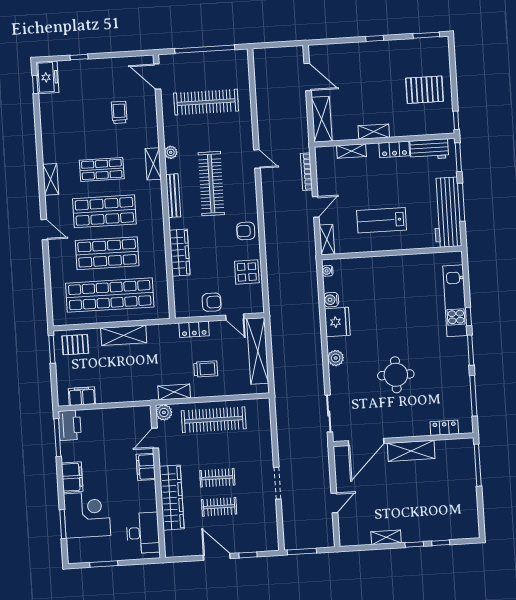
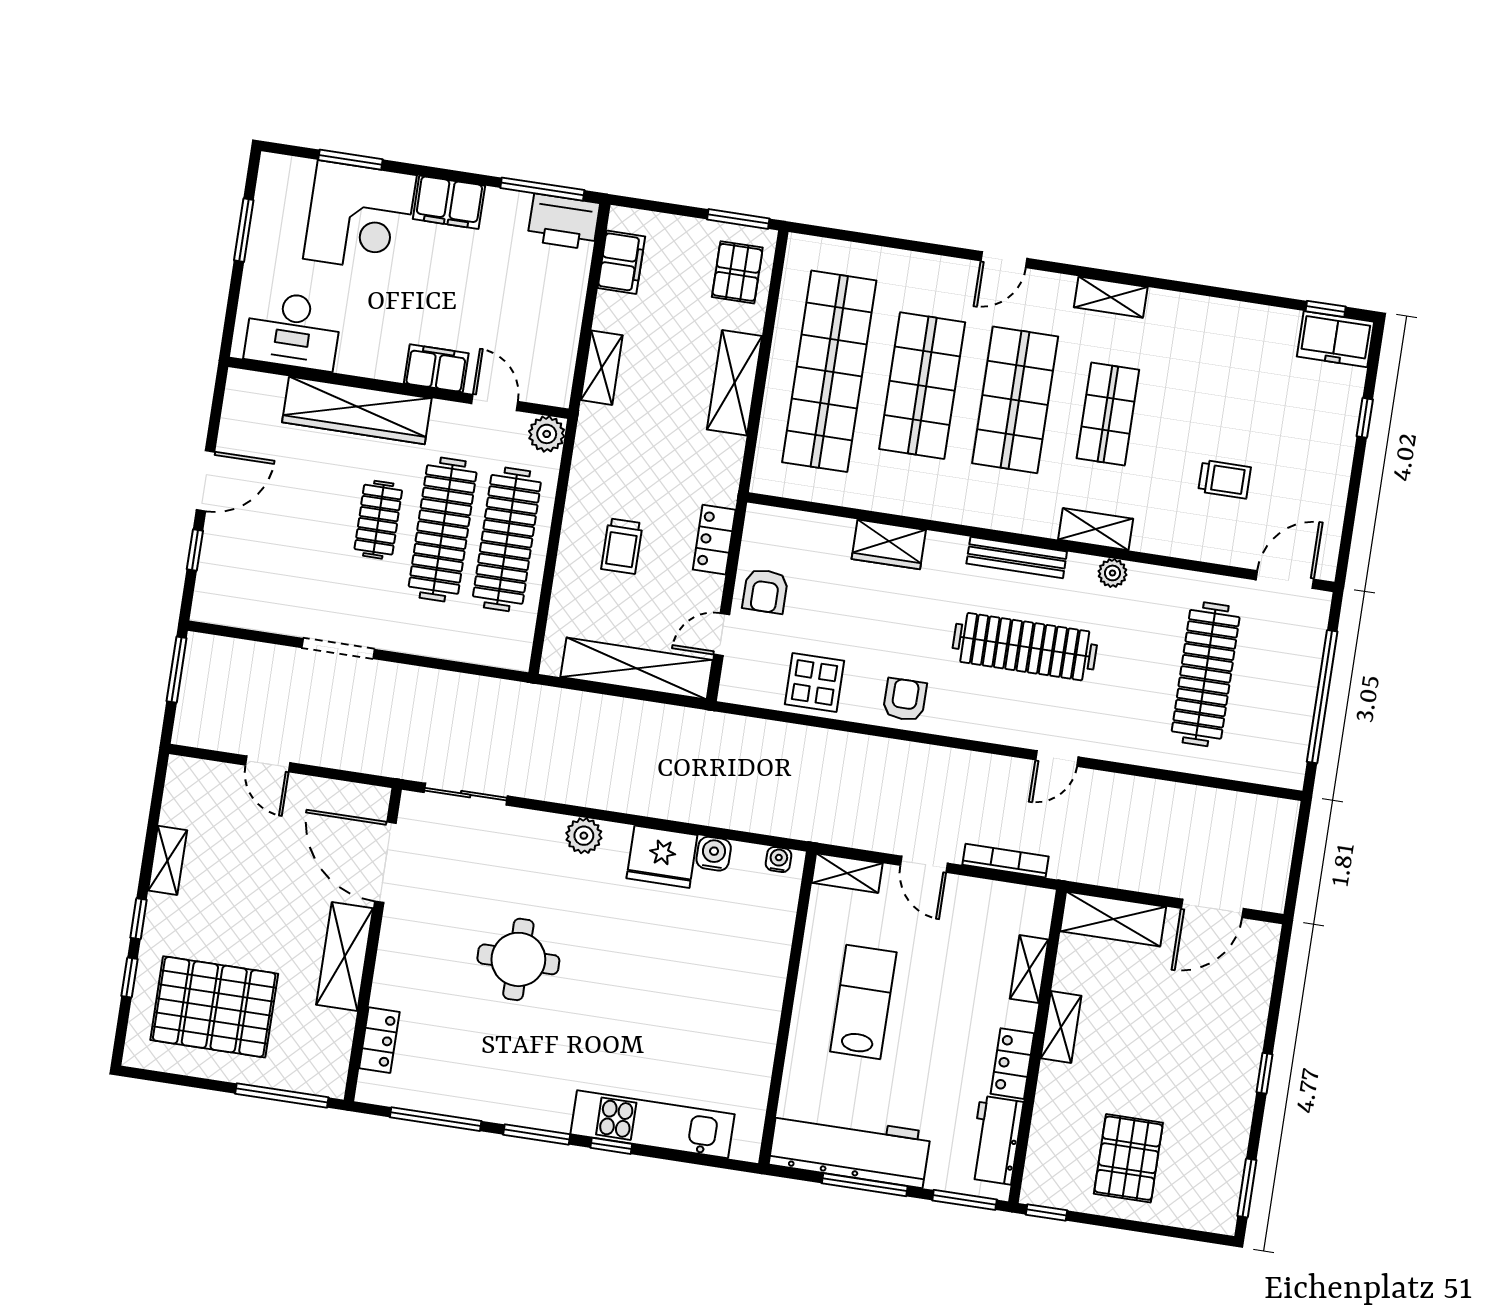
wardrobe: (180, 253) -> (889, 544), width x0.67
shelving: (174, 392) -> (602, 368), moved
pallet: (445, 503) -> (214, 1007), added
clothes rail: (219, 507) -> (443, 530), moved, width x1.86, depth x1.31

